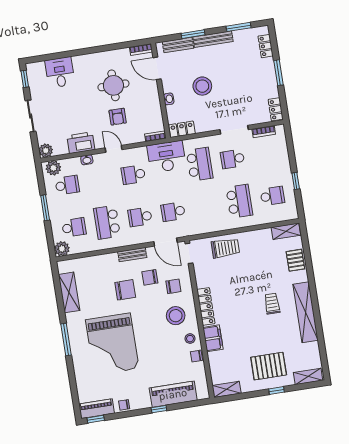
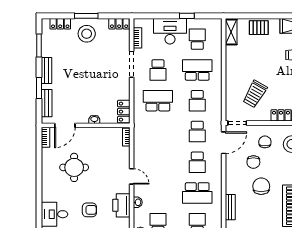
bench: (213, 39) -> (47, 70), width x0.73
stool: (202, 86) -> (87, 34), moved
armchair: (118, 117) -> (89, 210), moved
door: (114, 149) -> (132, 176), swing flipped
desk: (166, 157) -> (170, 31), moved, turned 90
school desk: (133, 175) -> (197, 101), moved
trolley: (225, 248) -> (255, 94), moved, turned -150
bench: (132, 255) -> (230, 207), moved

